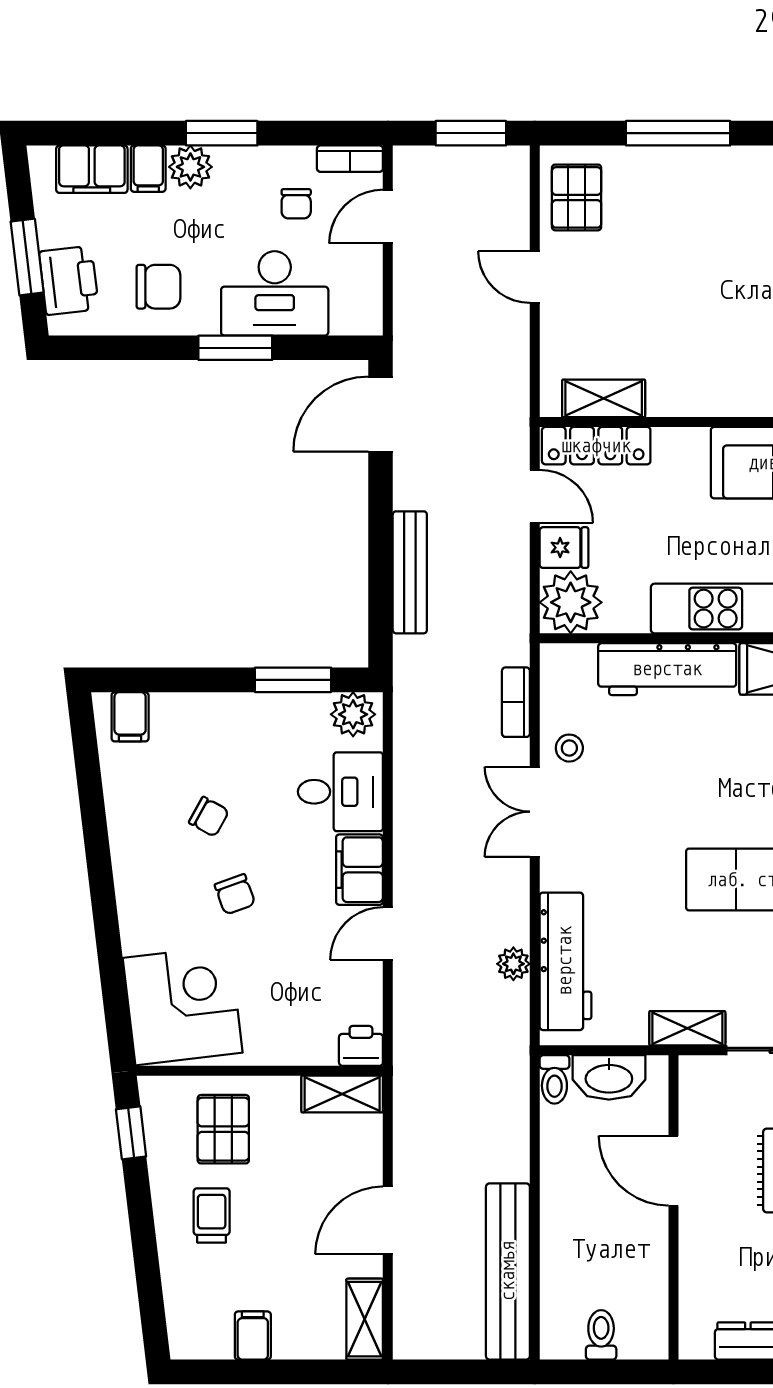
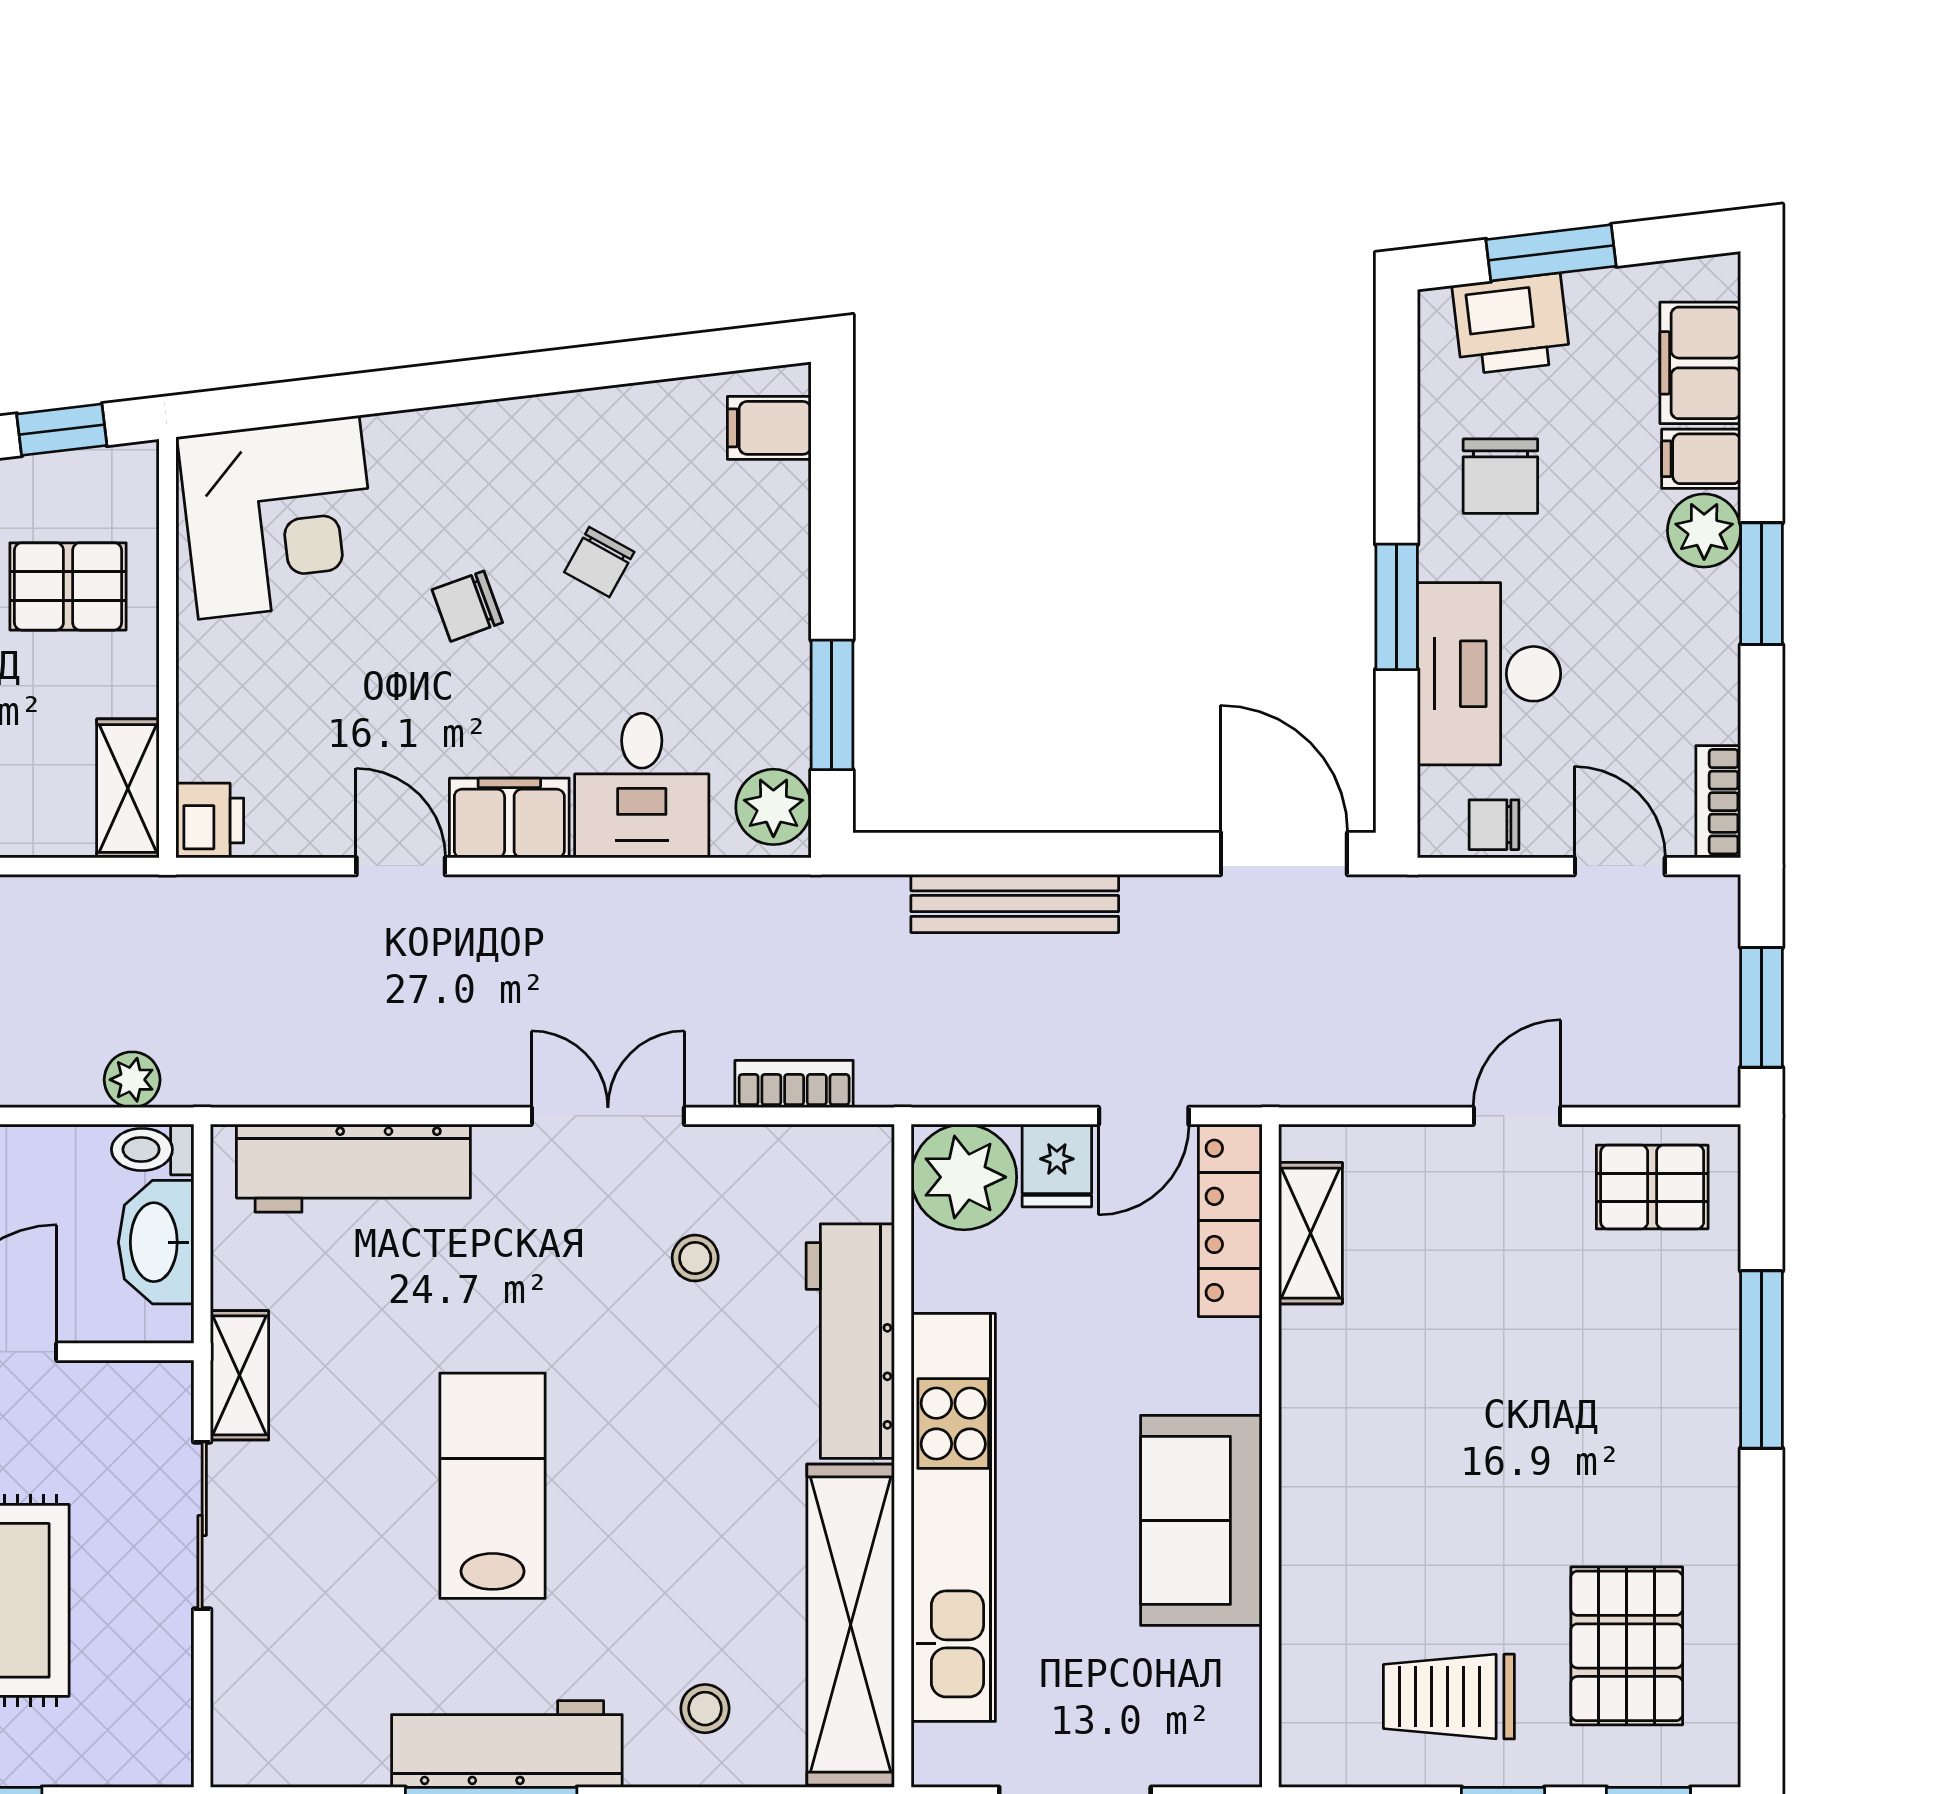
chair: (296, 204) -> (1494, 825), moved
stool: (569, 748) -> (695, 1258), moved
plant: (513, 964) -> (132, 1080), moved

